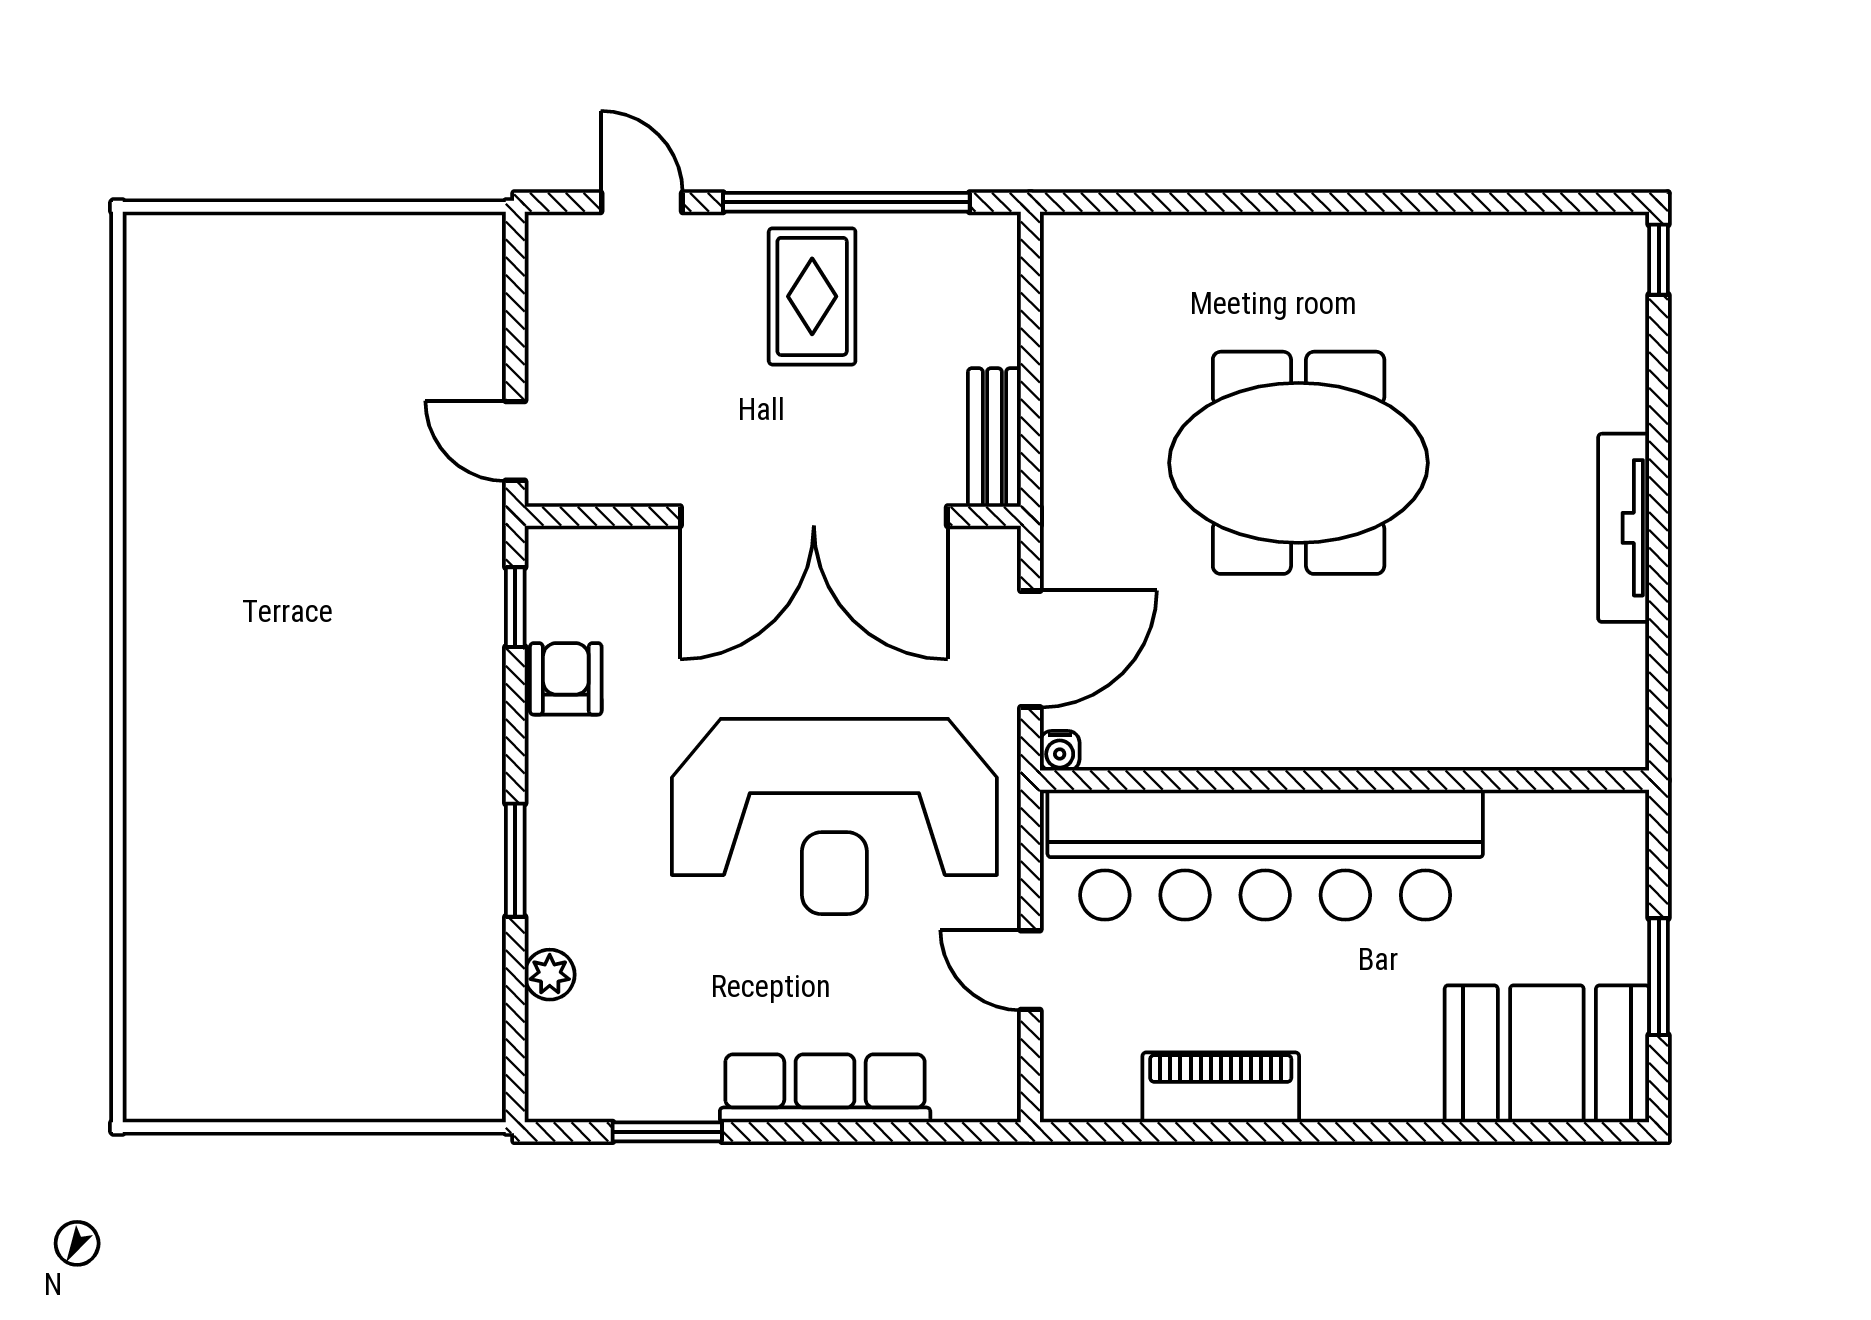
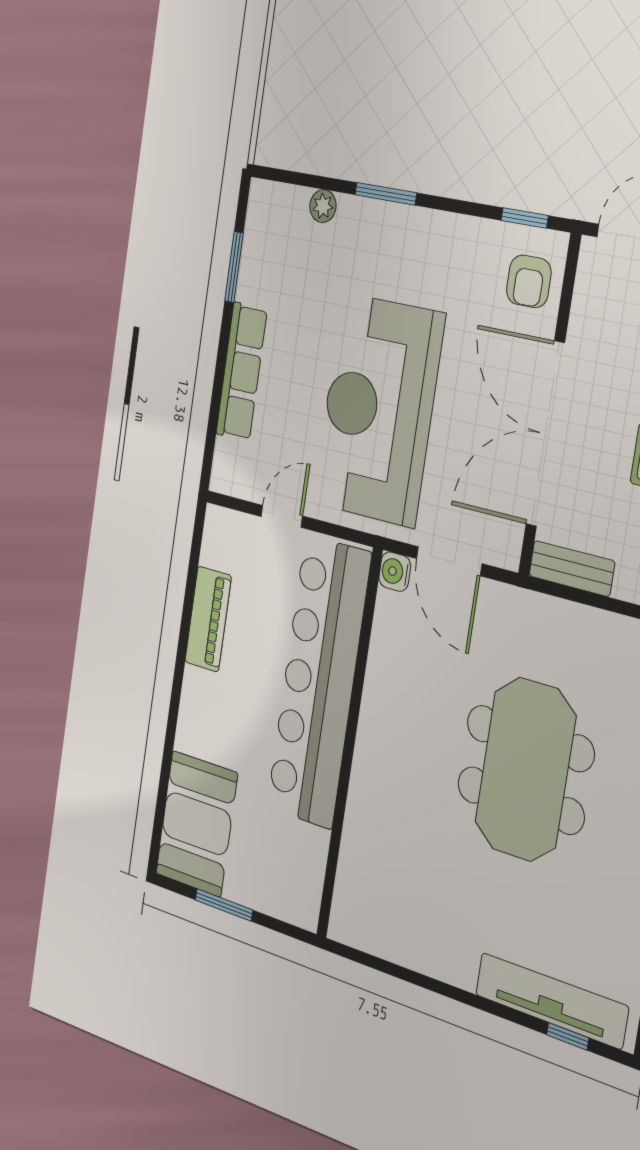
window: (1659, 260) -> (568, 1036), moved
tv unit: (1624, 528) -> (551, 1000), moved, width x1.36, depth x1.29
armchair: (566, 679) -> (529, 281), moved, turned 90
water cooler: (1060, 751) -> (395, 572), width x1.38, depth x1.38

